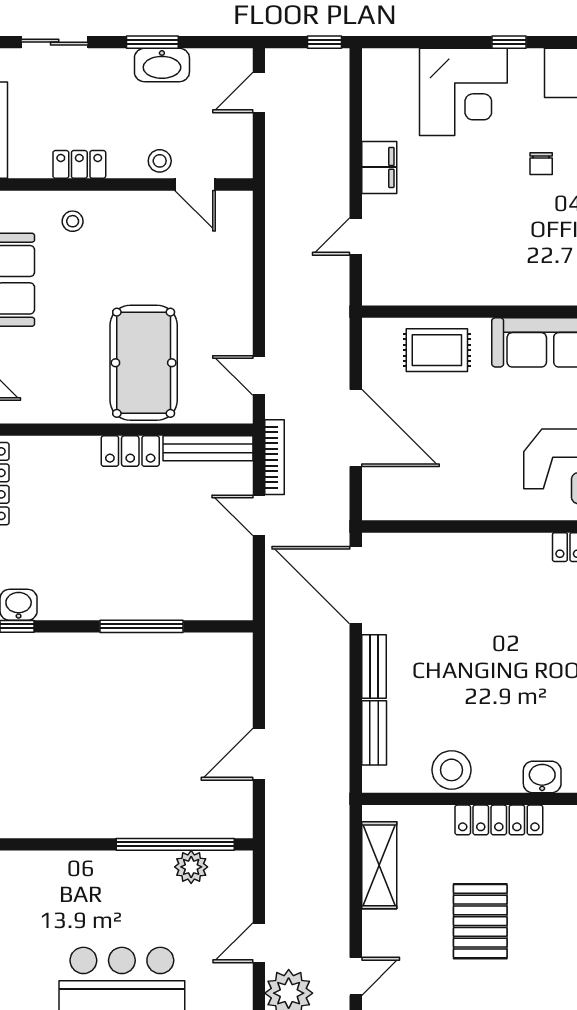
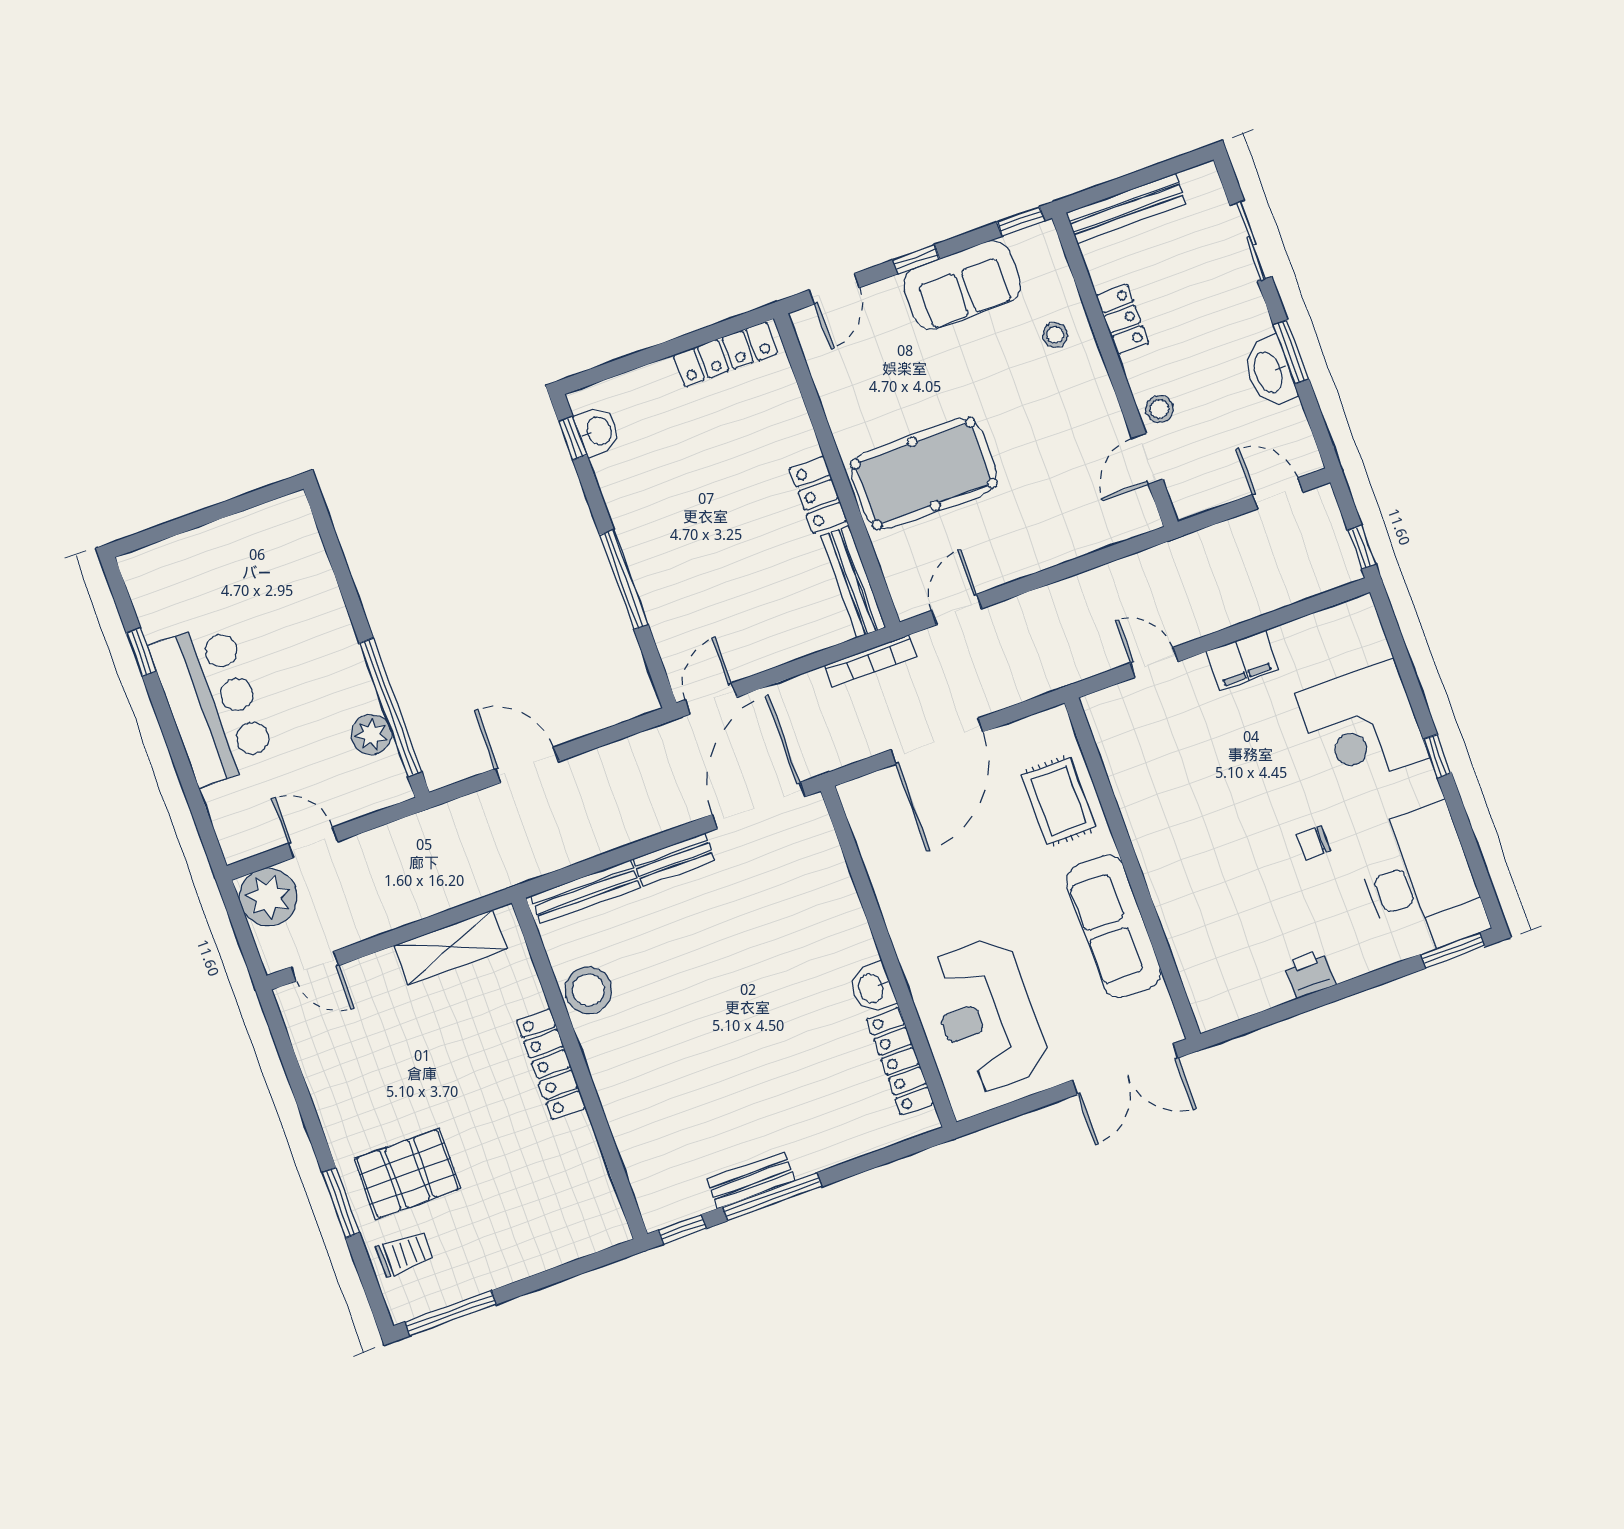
door: (259, 515) -> (711, 698), moved
bench: (374, 733) -> (585, 892), width x1.36
washbasin: (542, 777) -> (872, 988), moved, turned 180
pallet: (480, 921) -> (407, 1174), moved

